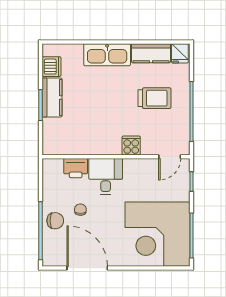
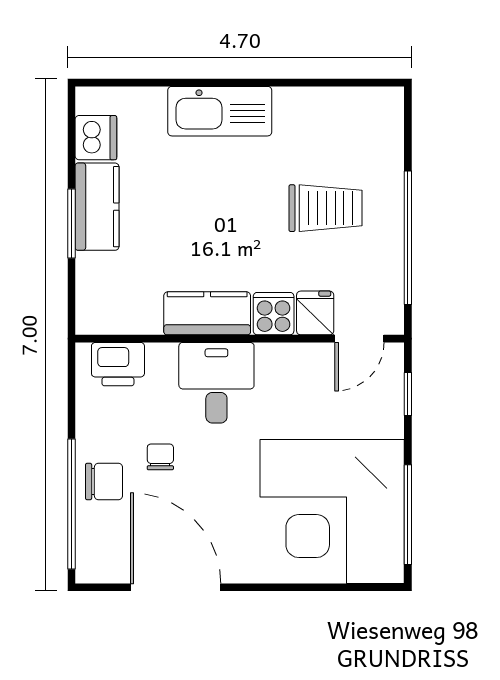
kitchen counter: (151, 53) -> (207, 313), moved, turned 180
fridge: (180, 53) -> (315, 313), moved, turned 180
printer: (76, 168) -> (118, 364), moved

